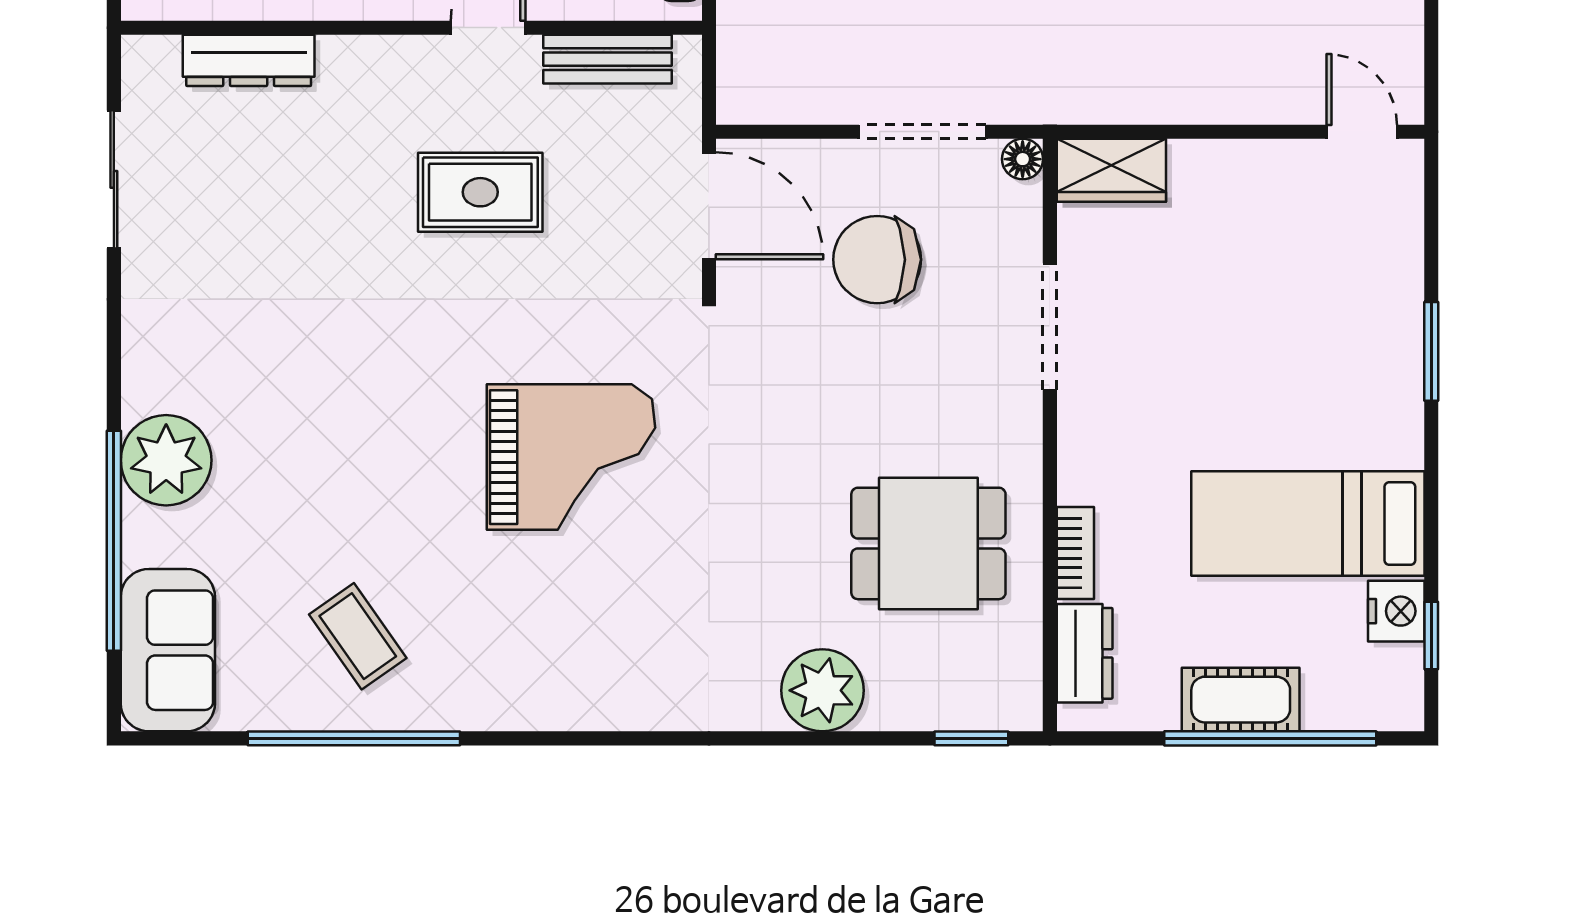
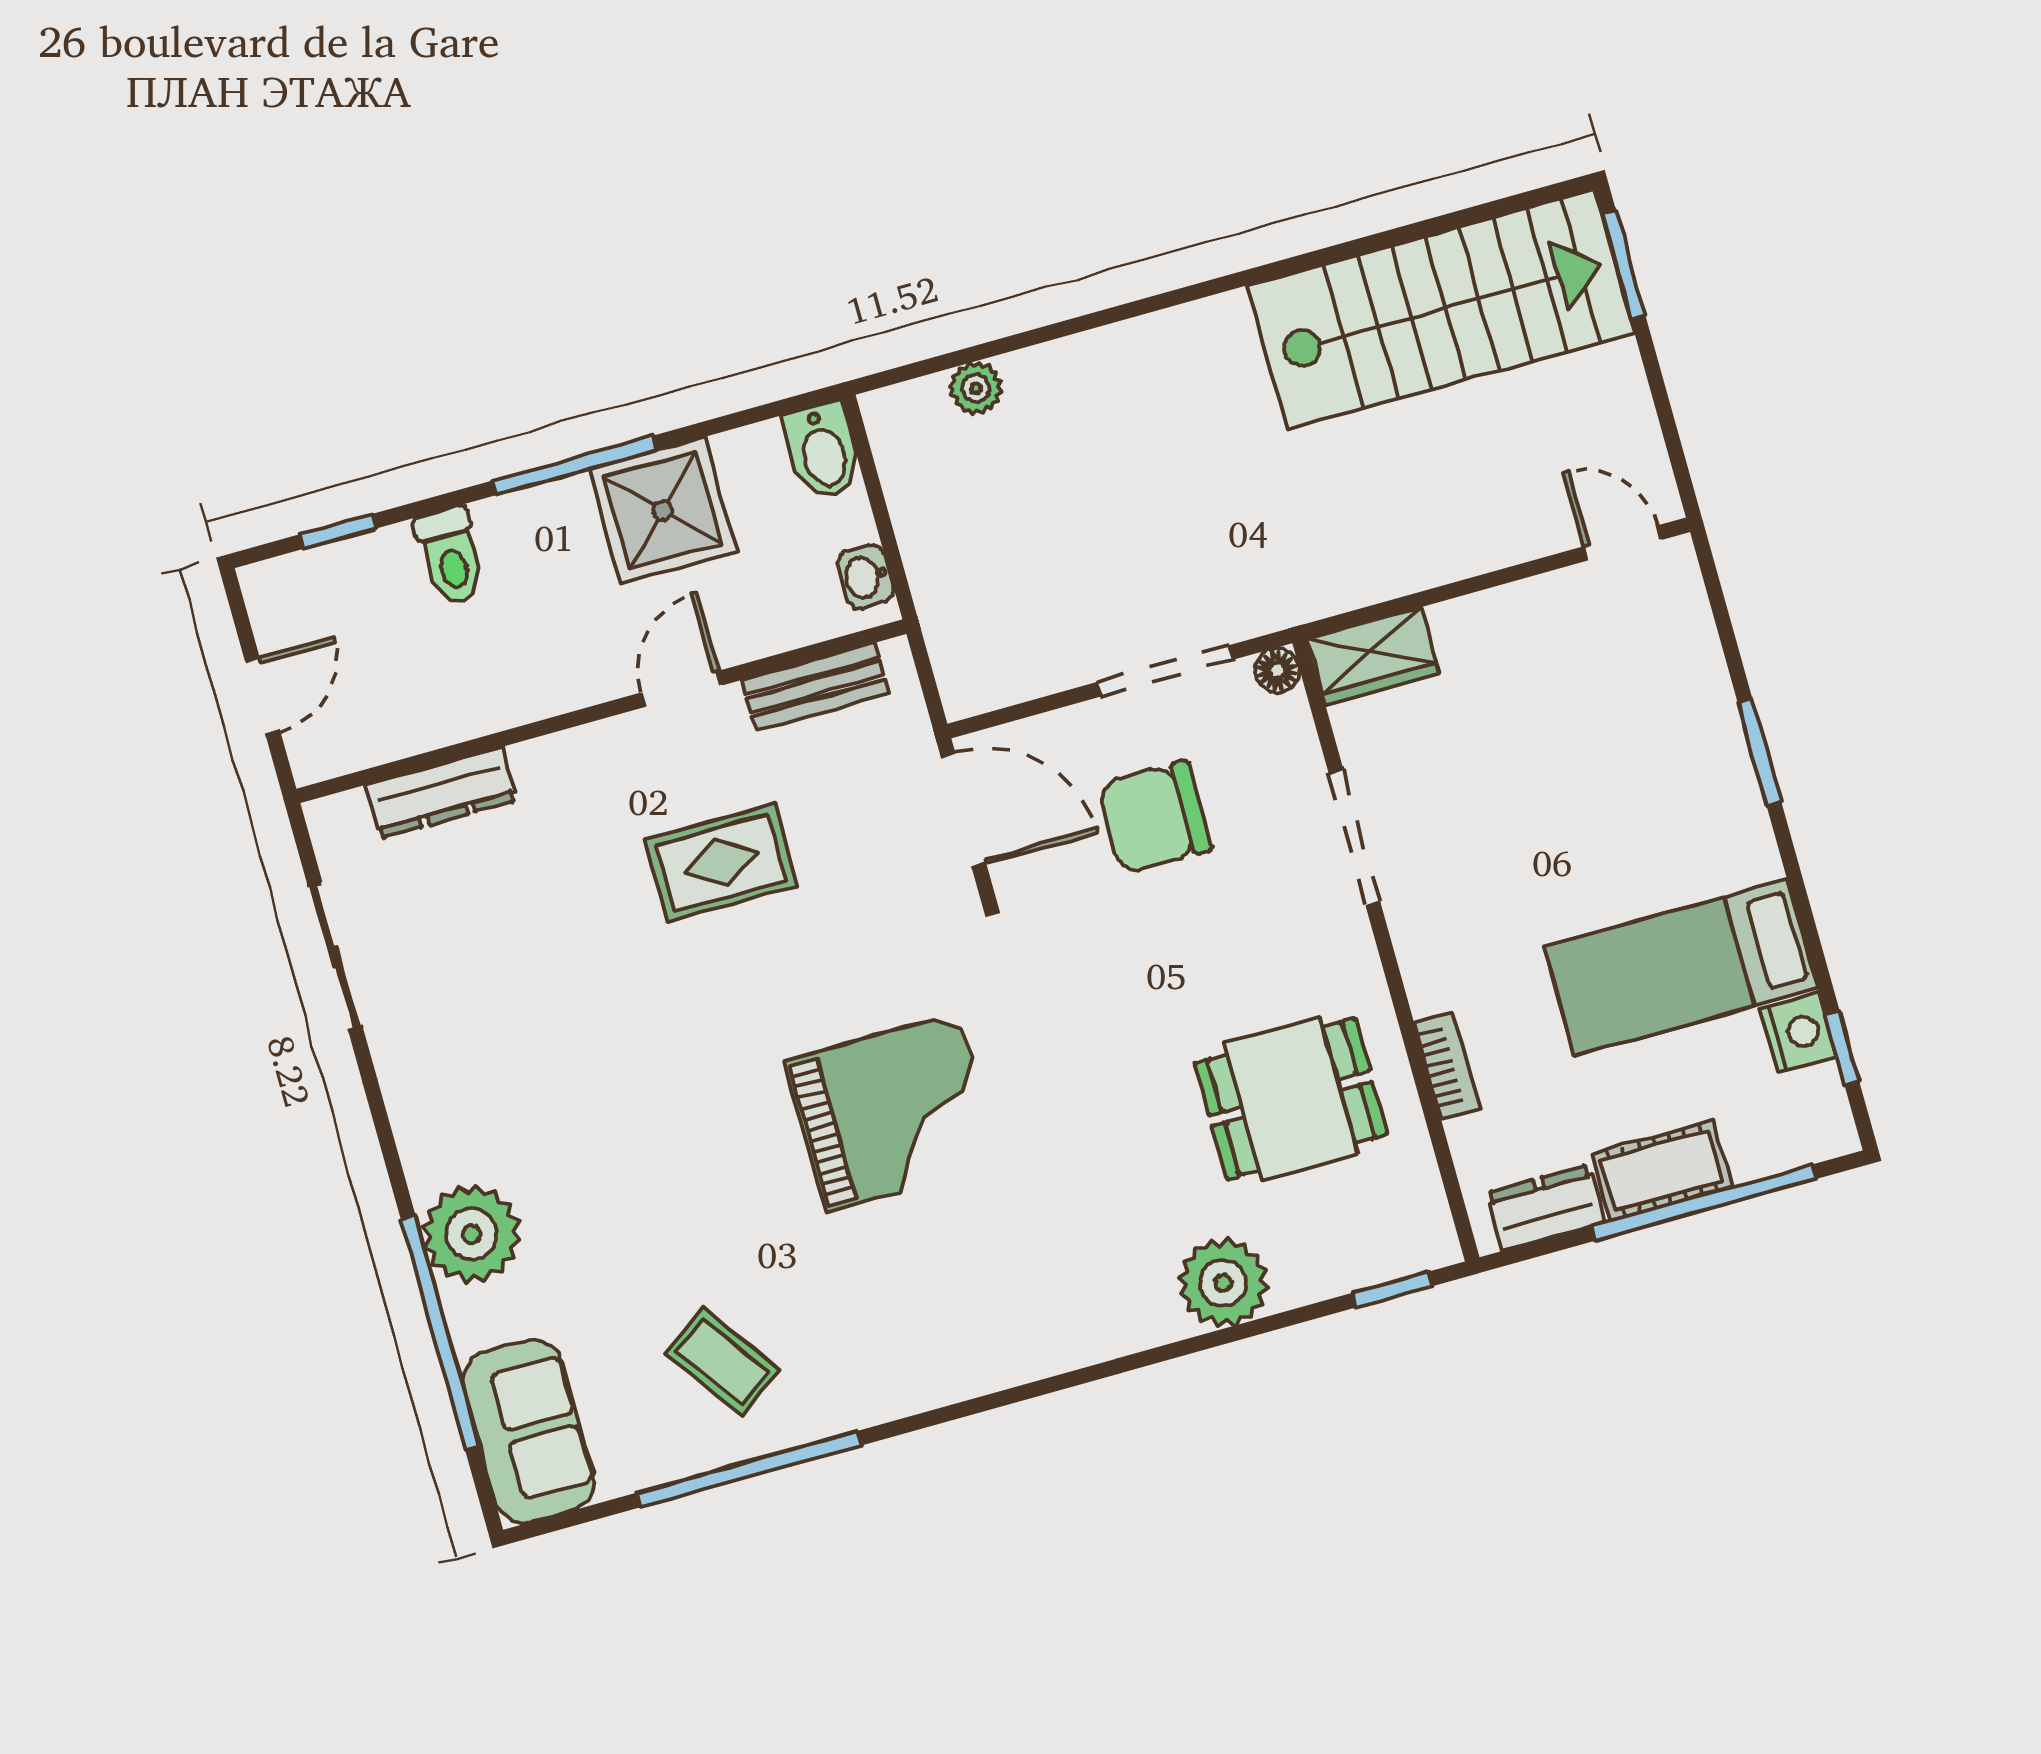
dresser: (1085, 653) -> (1546, 1208), moved, turned -90

